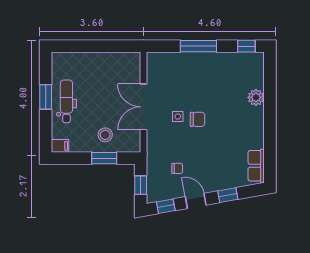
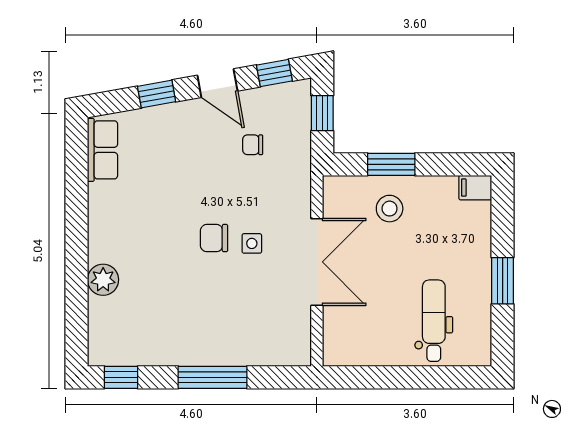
dental chair: (66, 101) -> (434, 321), moved, turned 180

